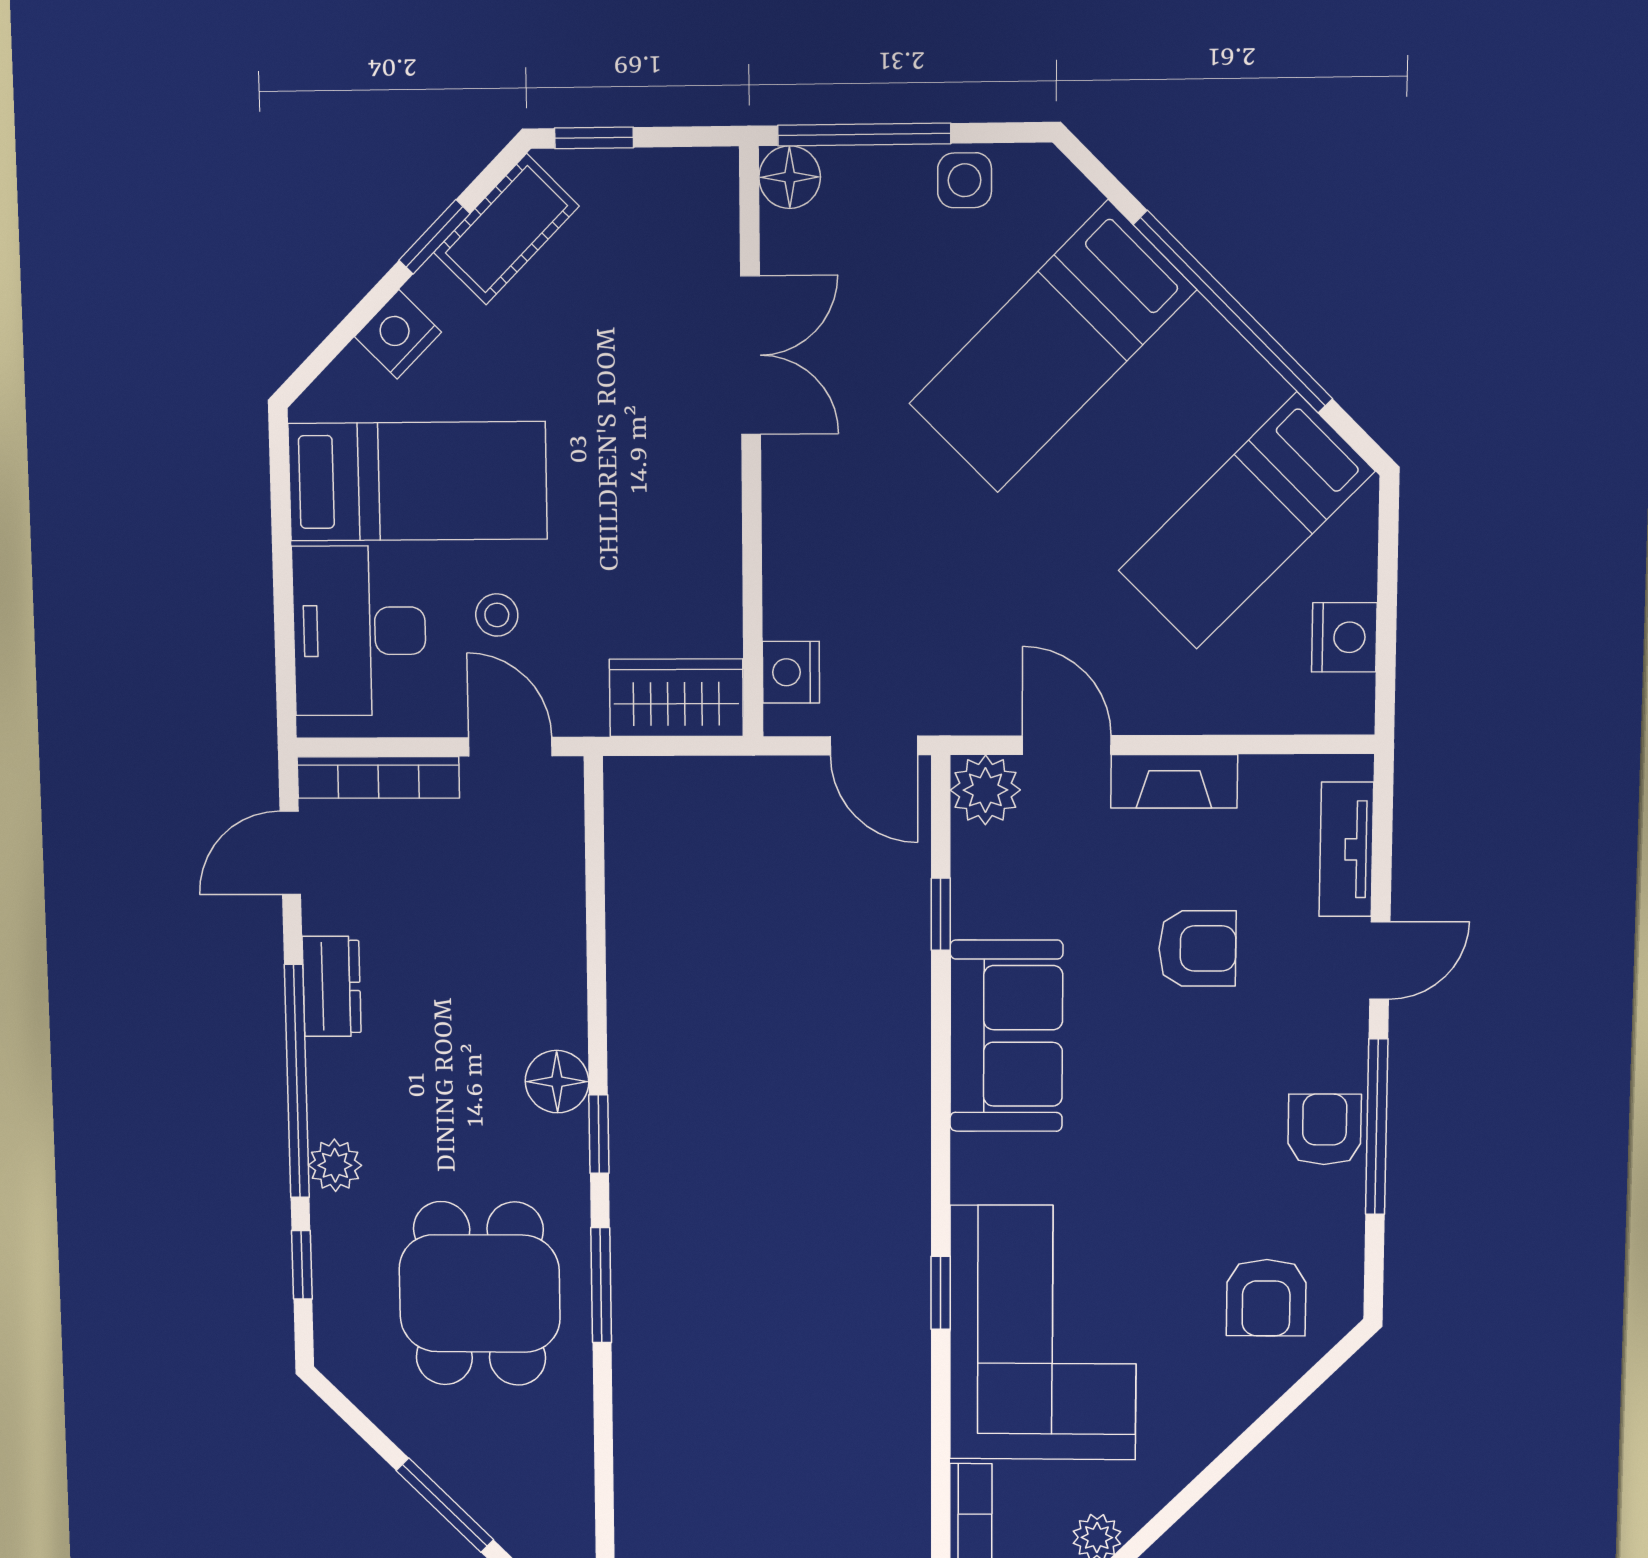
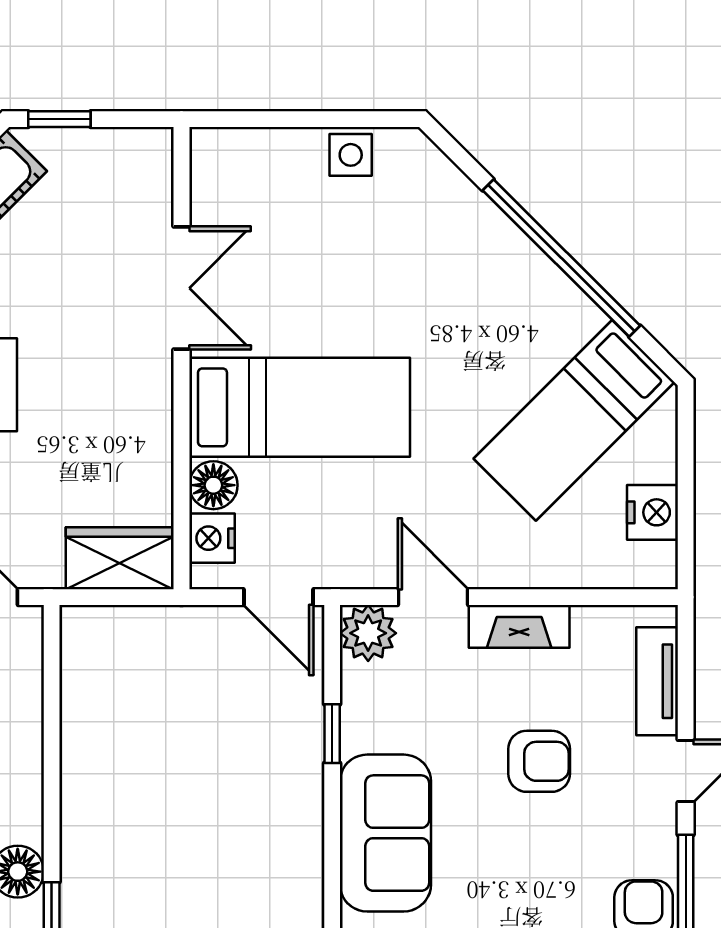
window: (864, 134) -> (272, 119), removed
floor lamp: (790, 177) -> (213, 485), moved
bed: (1052, 347) -> (300, 407), moved, turned -135

